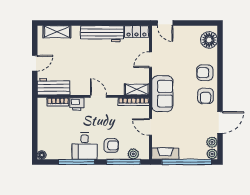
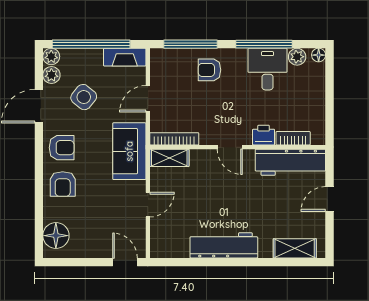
locker: (136, 32) -> (170, 249), removed
armchair: (205, 73) -> (63, 184), turned 90
workbench: (54, 87) -> (290, 162), width x1.38
armchair: (205, 96) -> (62, 148), turned 90
door: (151, 127) -> (148, 99), swing flipped
side table: (191, 128) -> (84, 97), added
desk: (85, 146) -> (267, 69), moved
plant: (133, 154) -> (297, 57), moved

